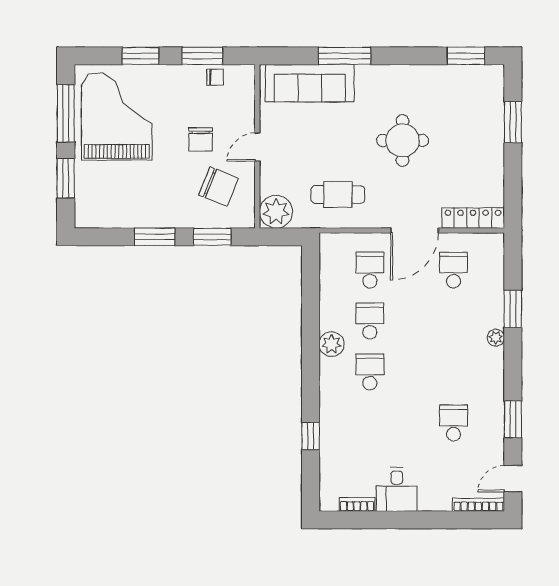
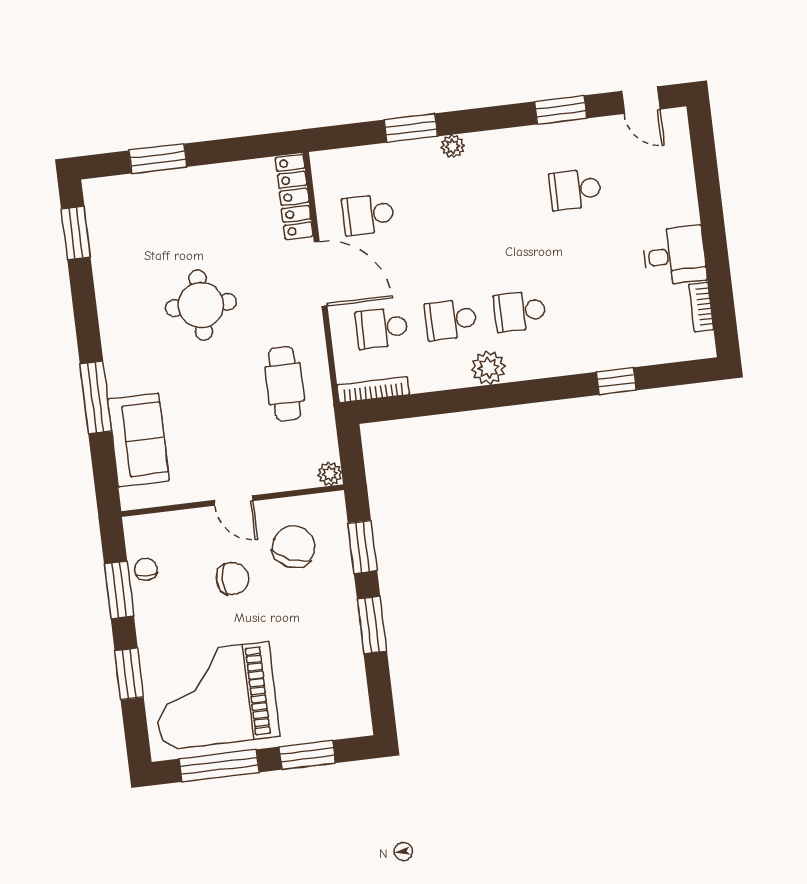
sofa: (310, 83) -> (138, 440), width x0.73
plant: (276, 212) -> (330, 474), width x0.53, depth x0.53
bookcase: (478, 505) -> (373, 390), moved, turned 90

